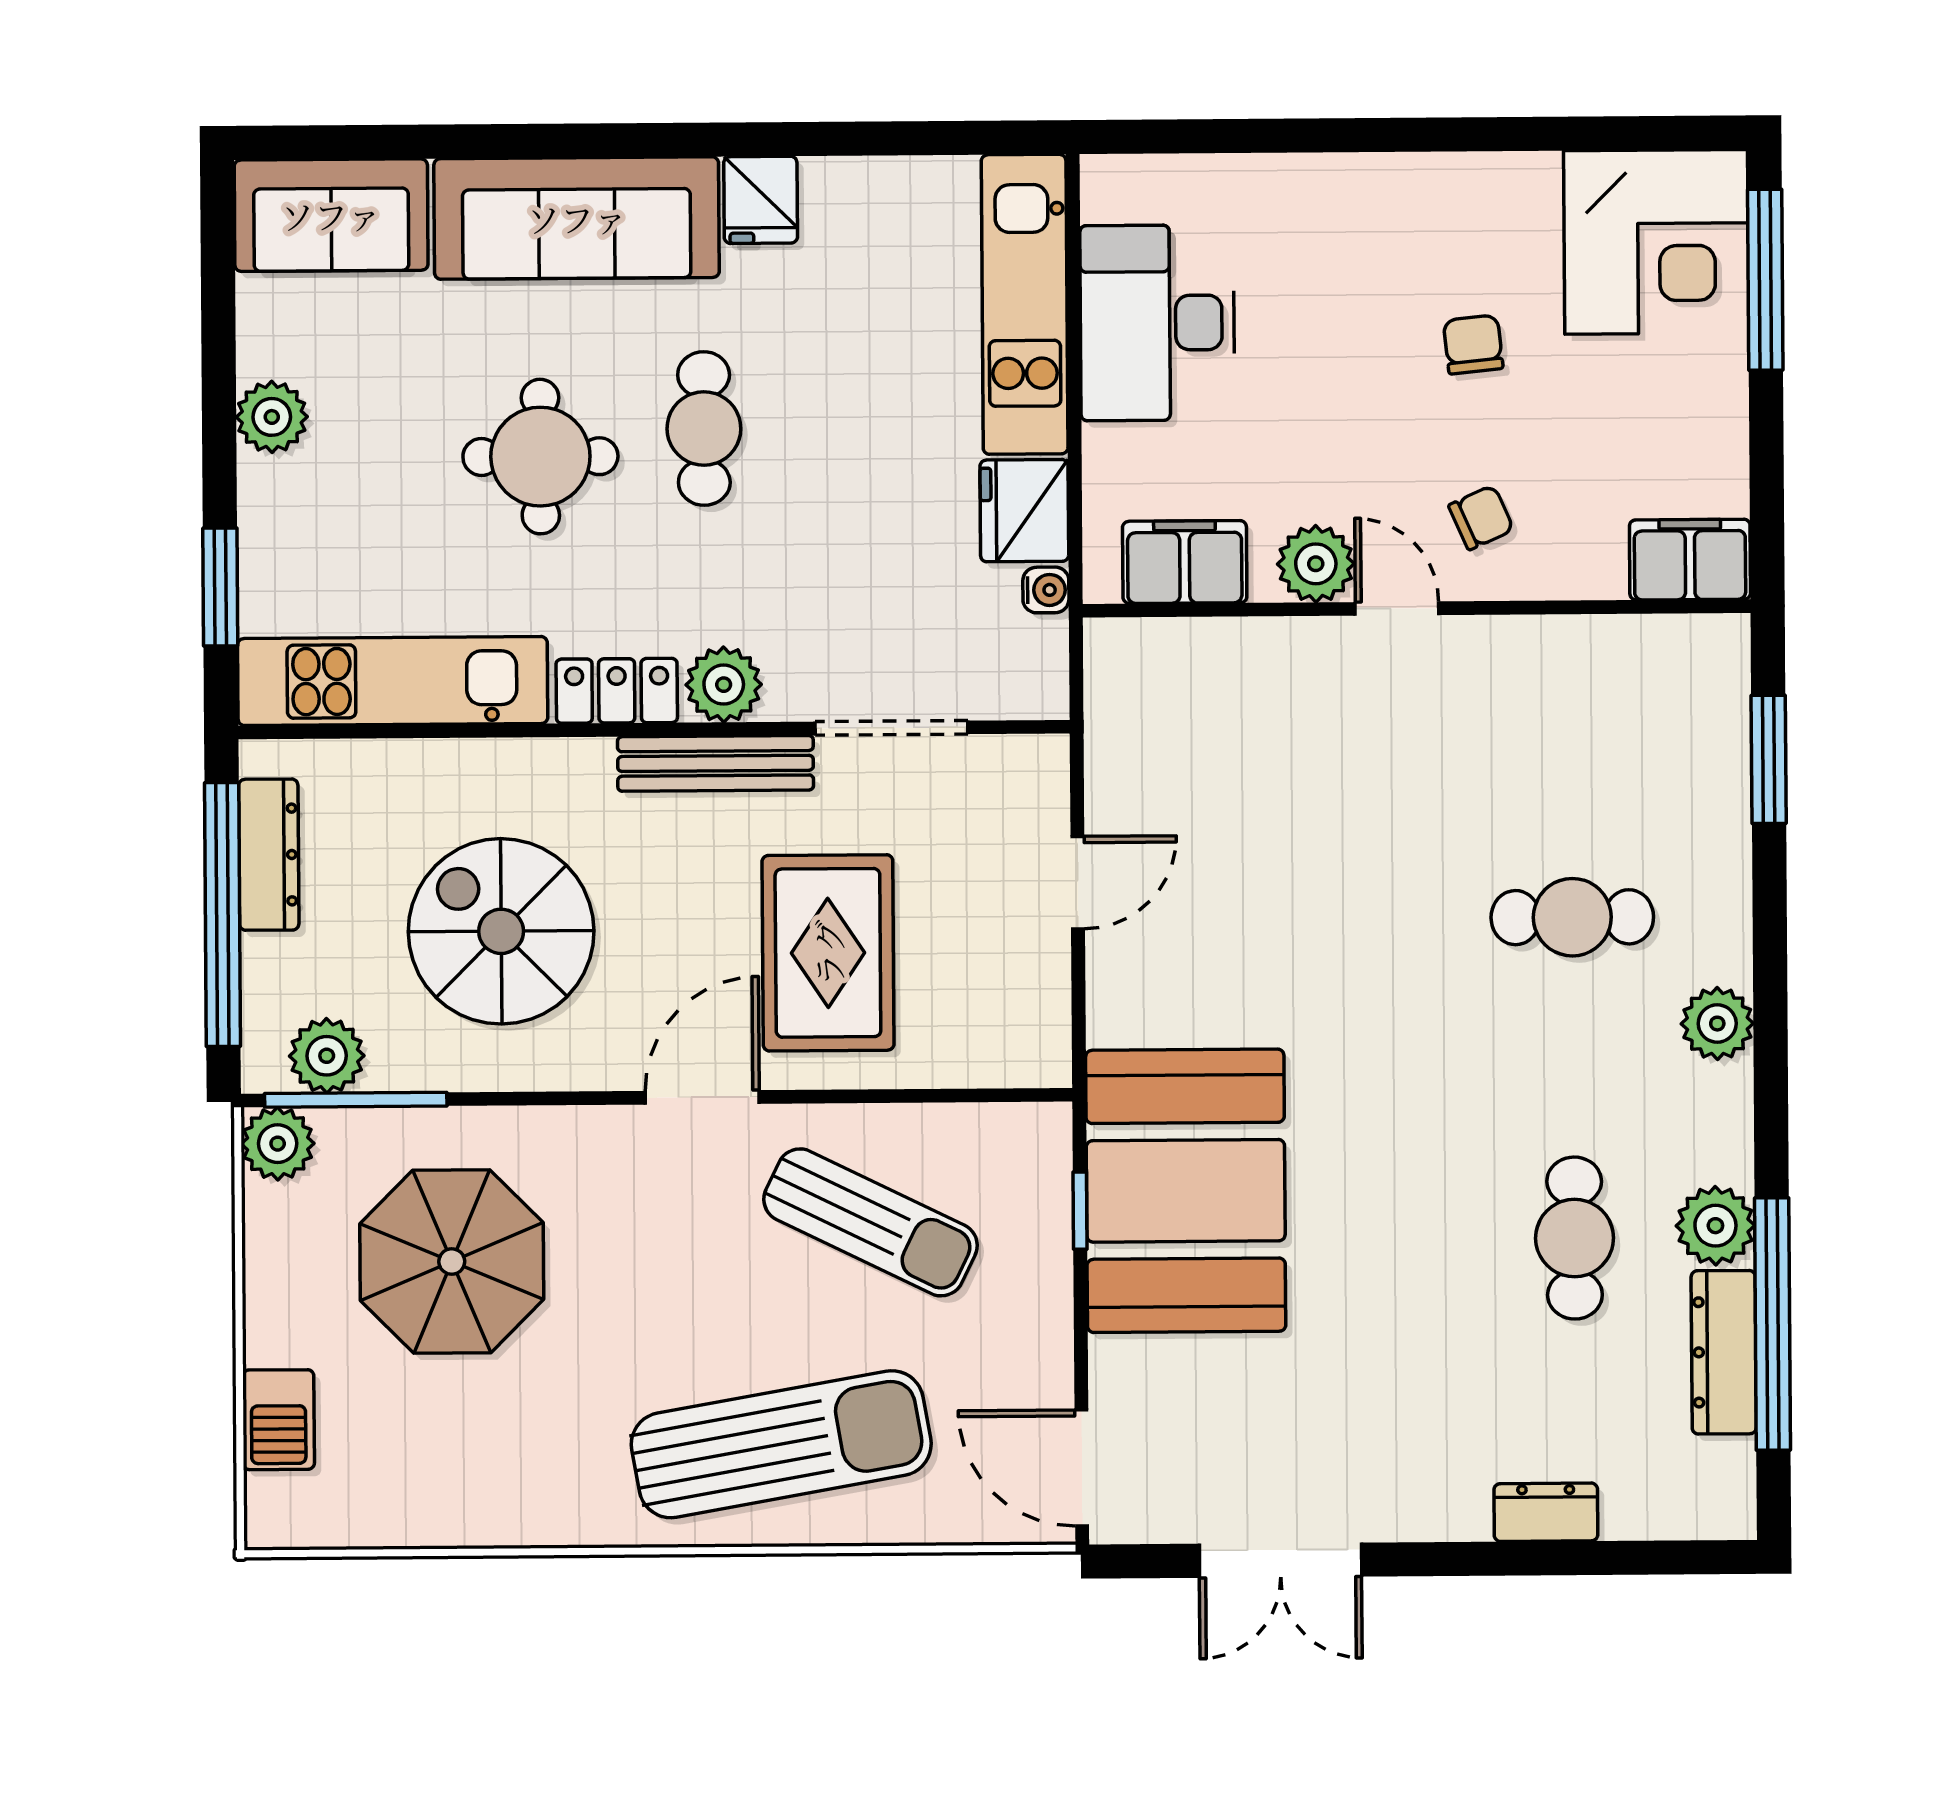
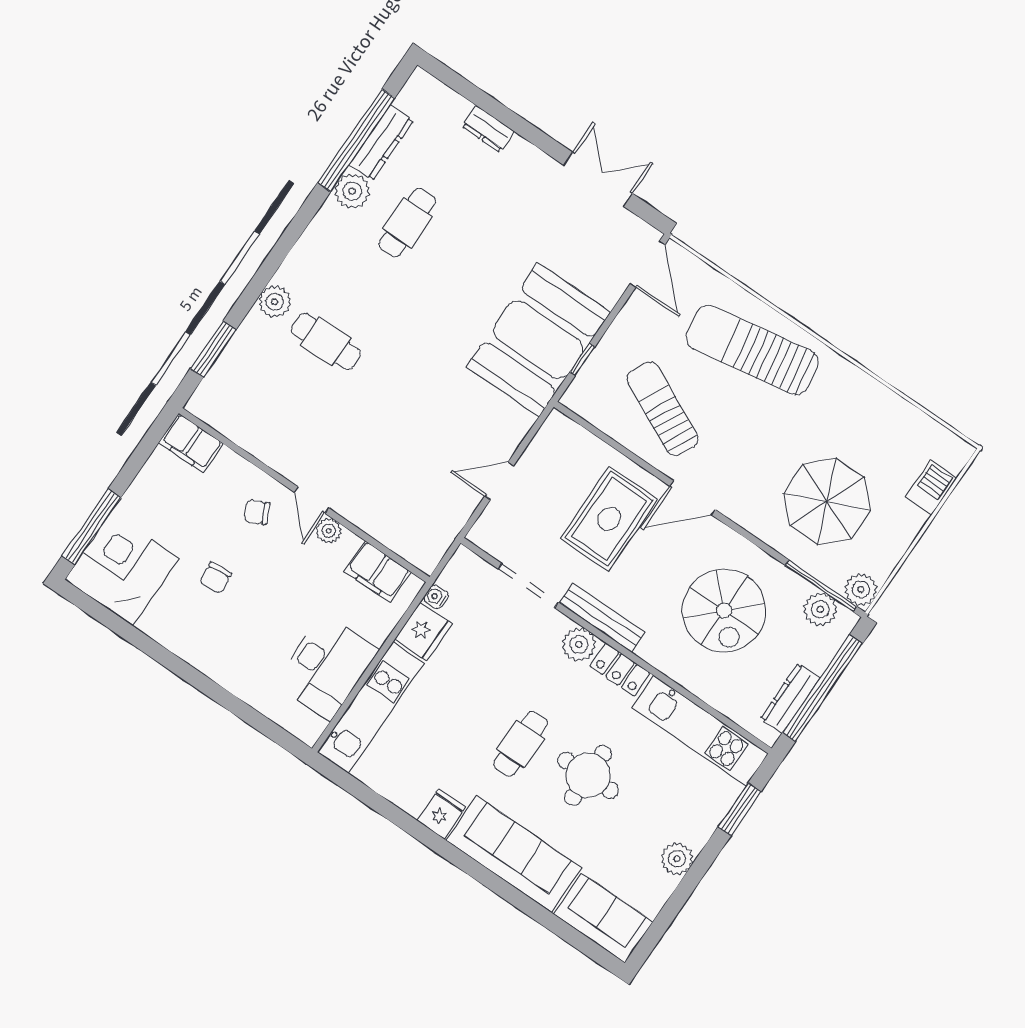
plant: (1316, 564) -> (329, 531), width x0.73, depth x0.73
plant: (1717, 1024) -> (275, 302), moved

